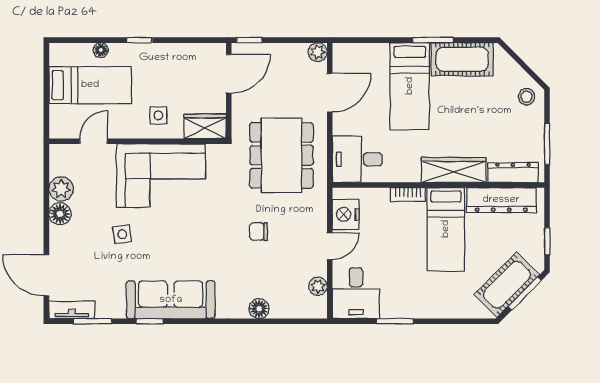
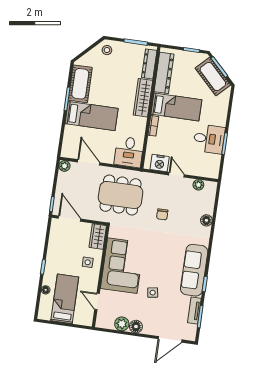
desk: (356, 293) -> (209, 139), moved
tv unit: (72, 310) -> (194, 310), moved

